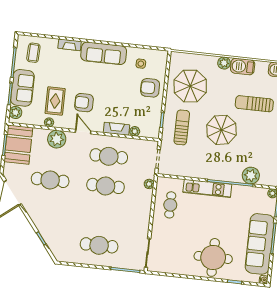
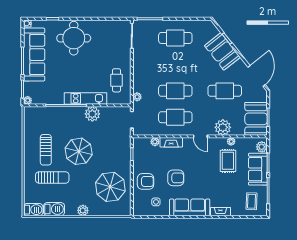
barbecue: (243, 67) -> (54, 209), moved
armchair: (84, 103) -> (176, 178), moved
sun lounger: (182, 127) -> (46, 150), moved
plant: (251, 175) -> (92, 114), moved
booth: (48, 224) -> (222, 51), added

